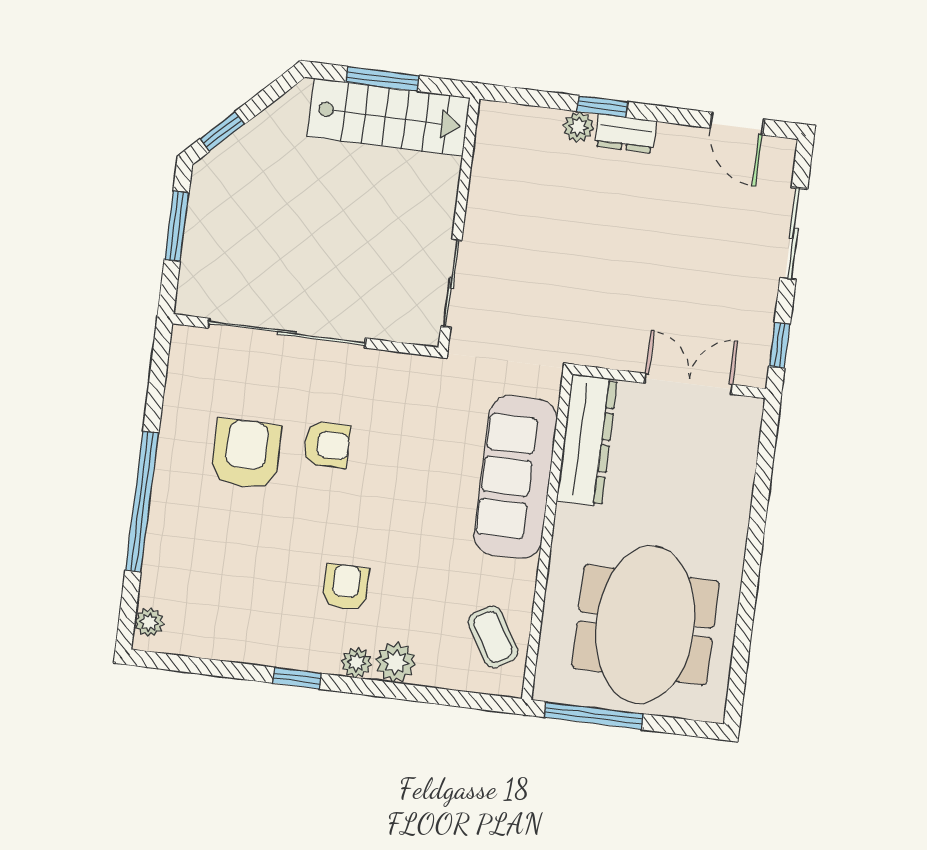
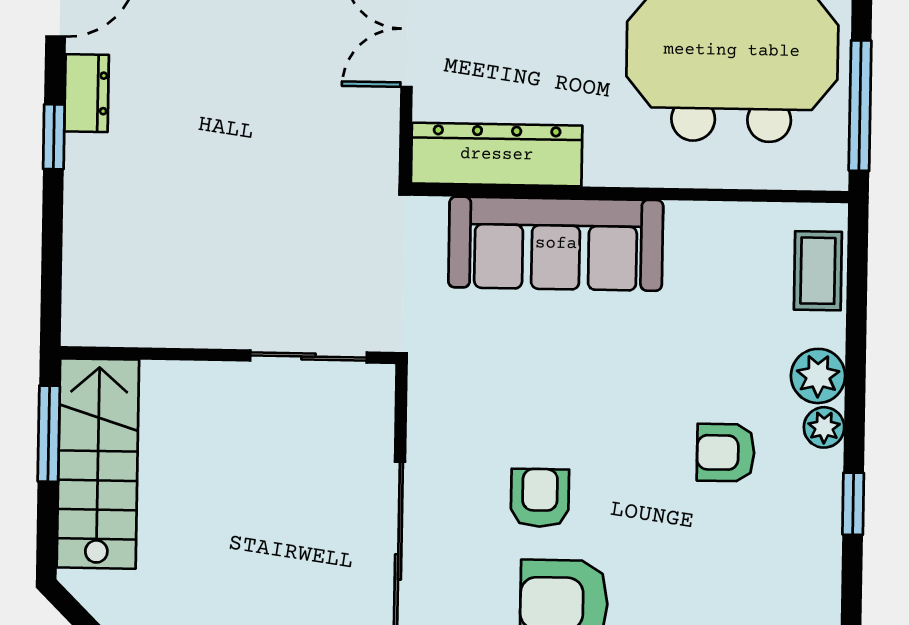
window: (382, 79) -> (49, 434), moved
window: (602, 107) -> (54, 137), moved
plant: (578, 127) -> (83, 211), removed
dresser: (625, 134) -> (87, 93), moved
coffee table: (493, 637) -> (818, 271), moved, turned -59

